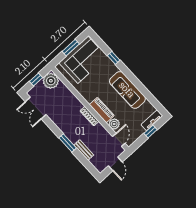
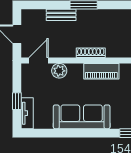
piano: (102, 110) -> (101, 71), moved
door: (119, 140) -> (38, 60), swing flipped

